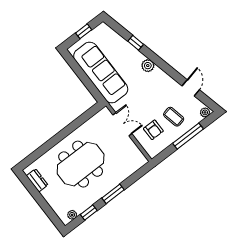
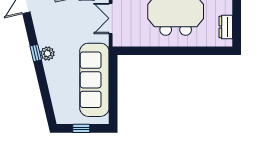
window: (136, 43) -> (36, 53), moved

